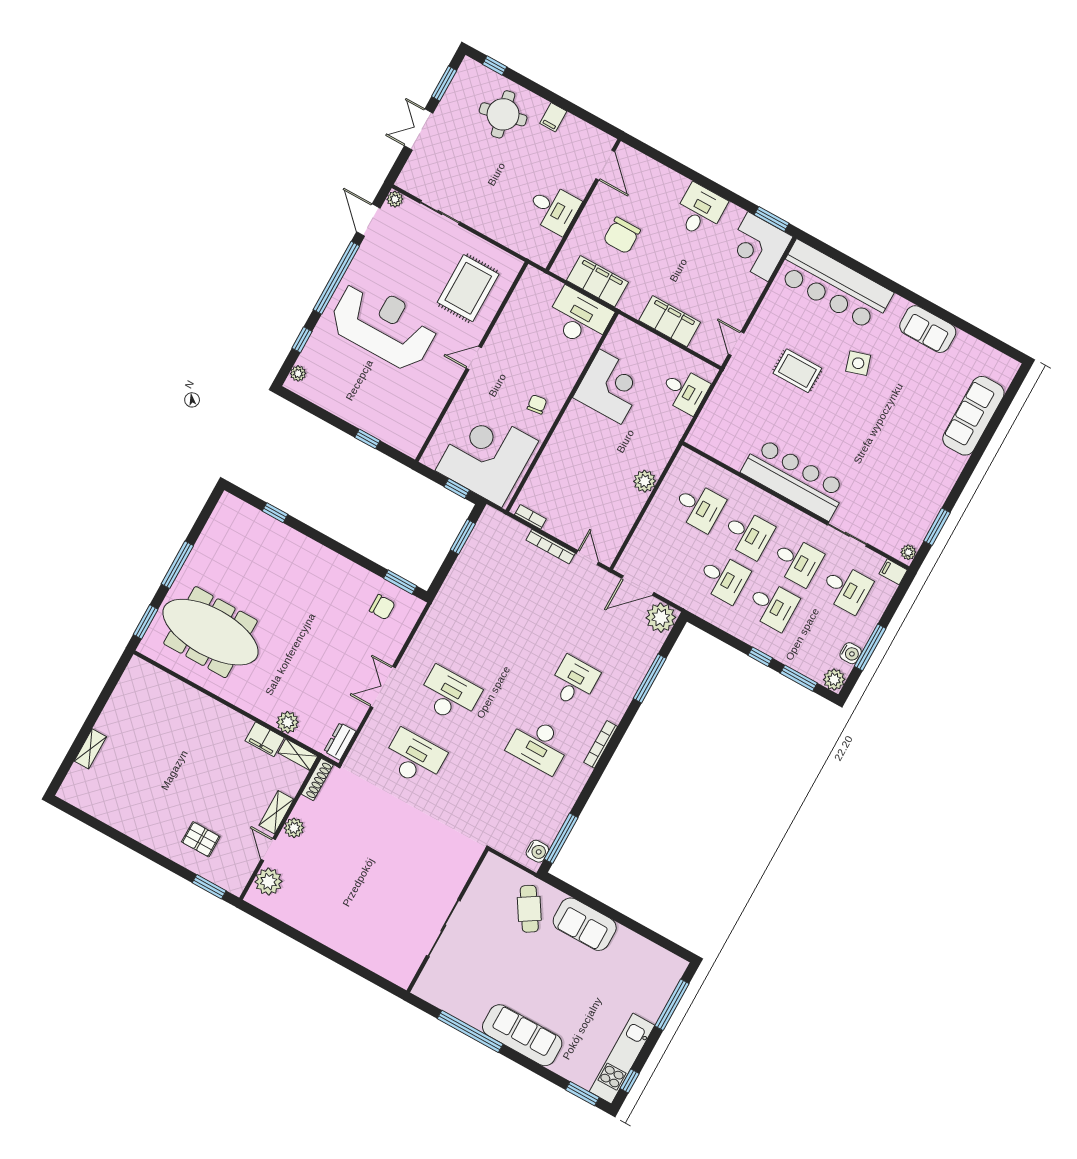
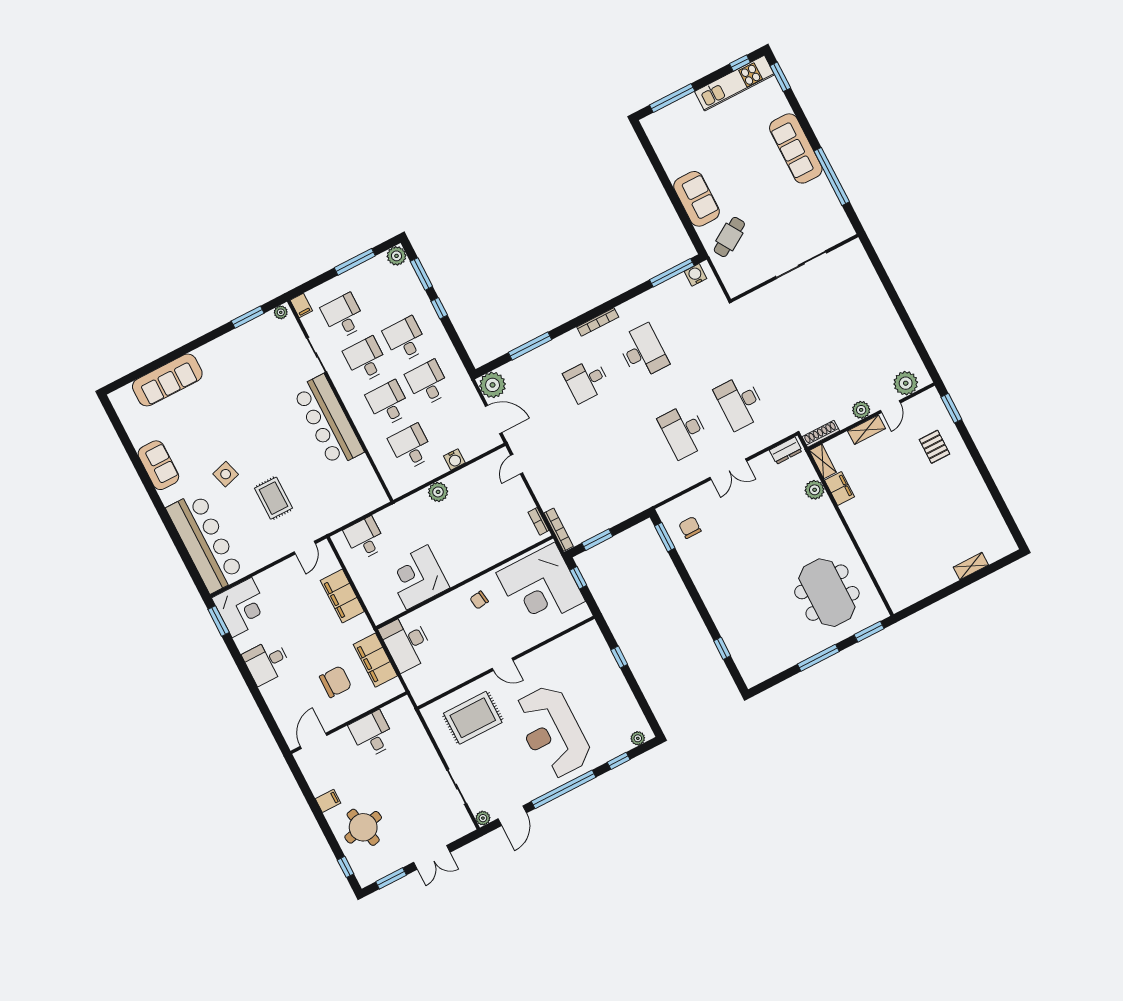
bookcase: (551, 547) -> (559, 530), moved
meeting table: (211, 632) -> (827, 593), width x0.73
water cooler: (851, 653) -> (454, 459), moved, turned 180

